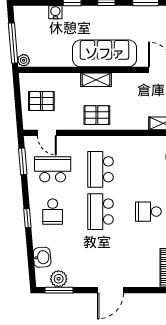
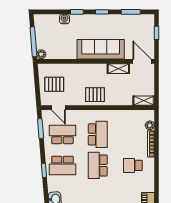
shelving: (96, 80) -> (118, 69), moved
school desk: (100, 169) -> (98, 134), turned 180
school desk: (53, 212) -> (62, 165), width x1.85

